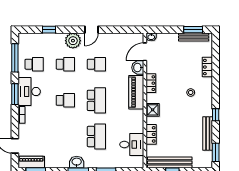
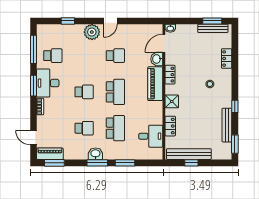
school desk: (65, 64) -> (84, 128), moved

